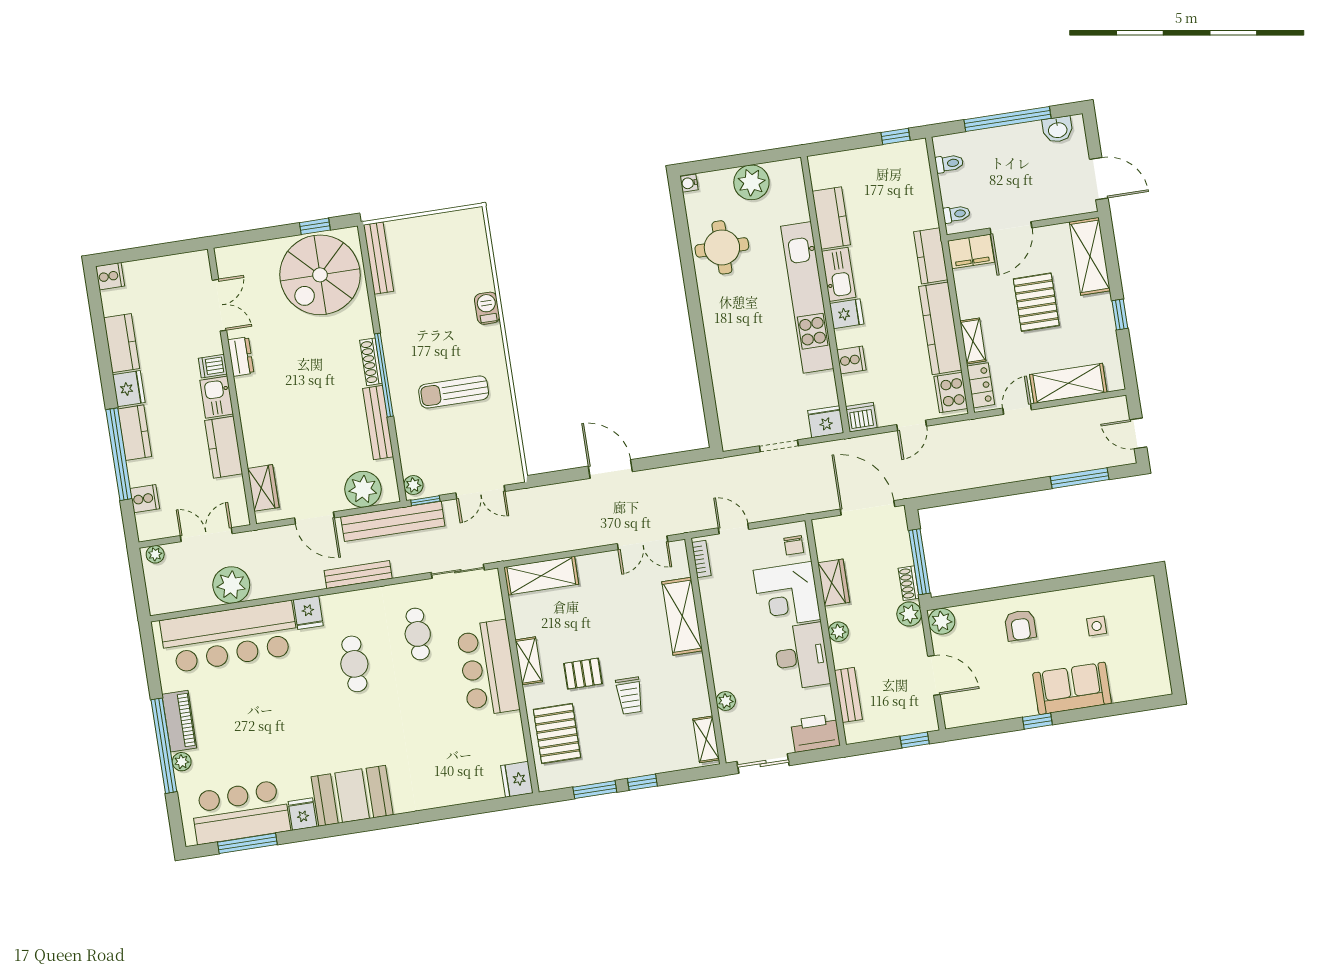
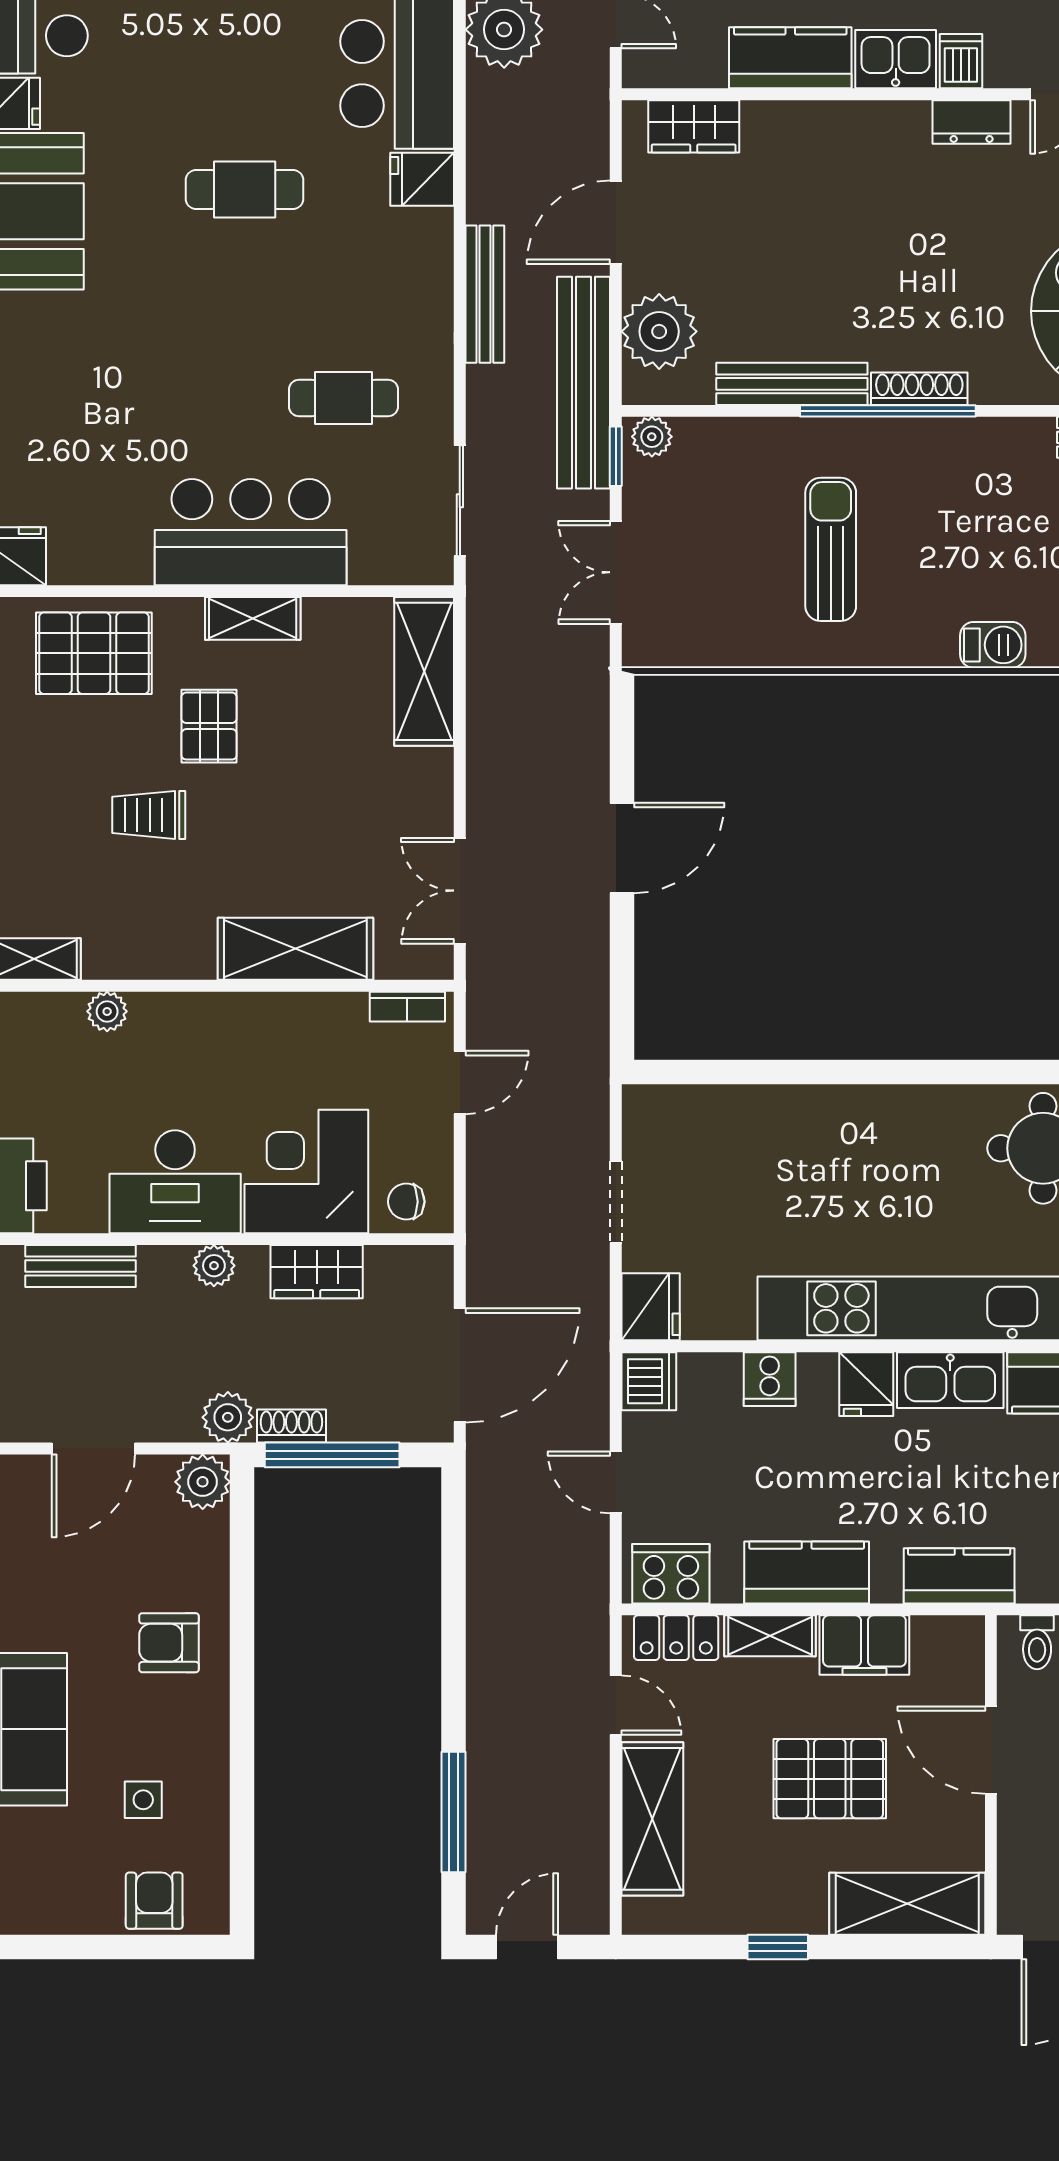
filing cabinet: (971, 252) -> (864, 1645), moved, turned -90
kitchen counter: (940, 328) -> (807, 1572), width x0.67
armchair: (1144, 613) -> (154, 1901), added
cafe table: (354, 664) -> (245, 189), moved

